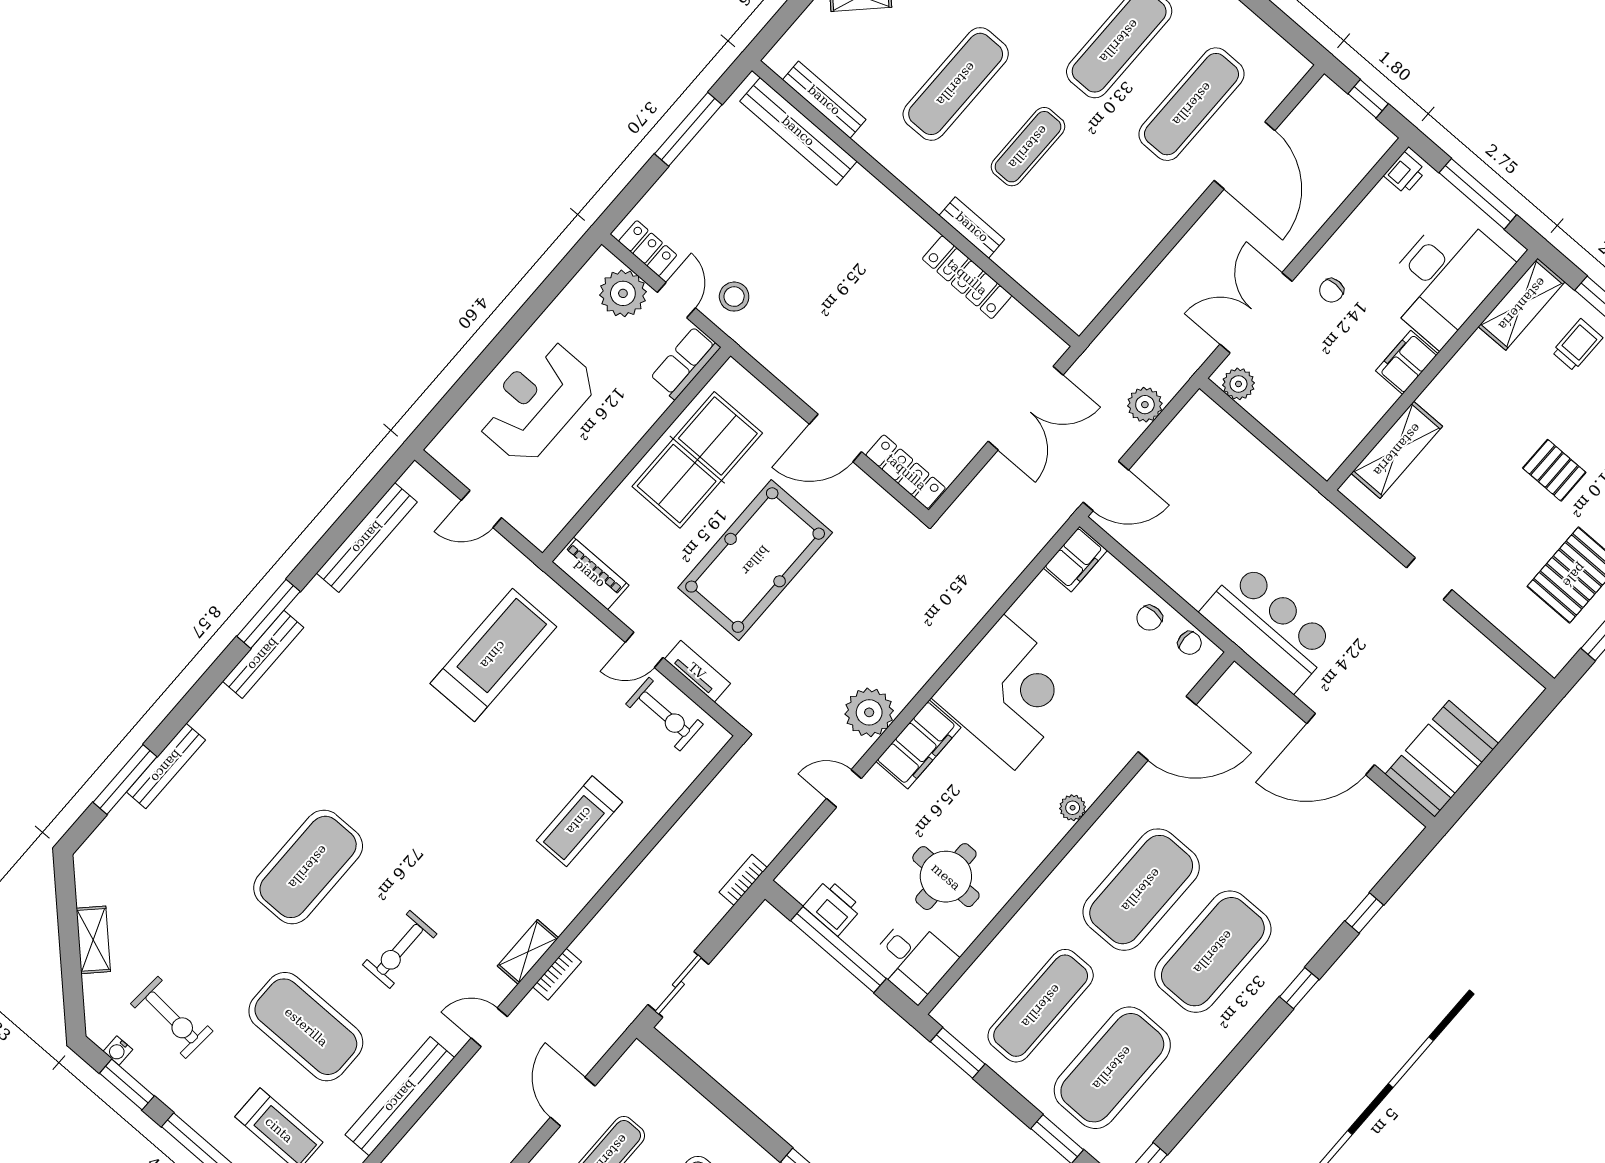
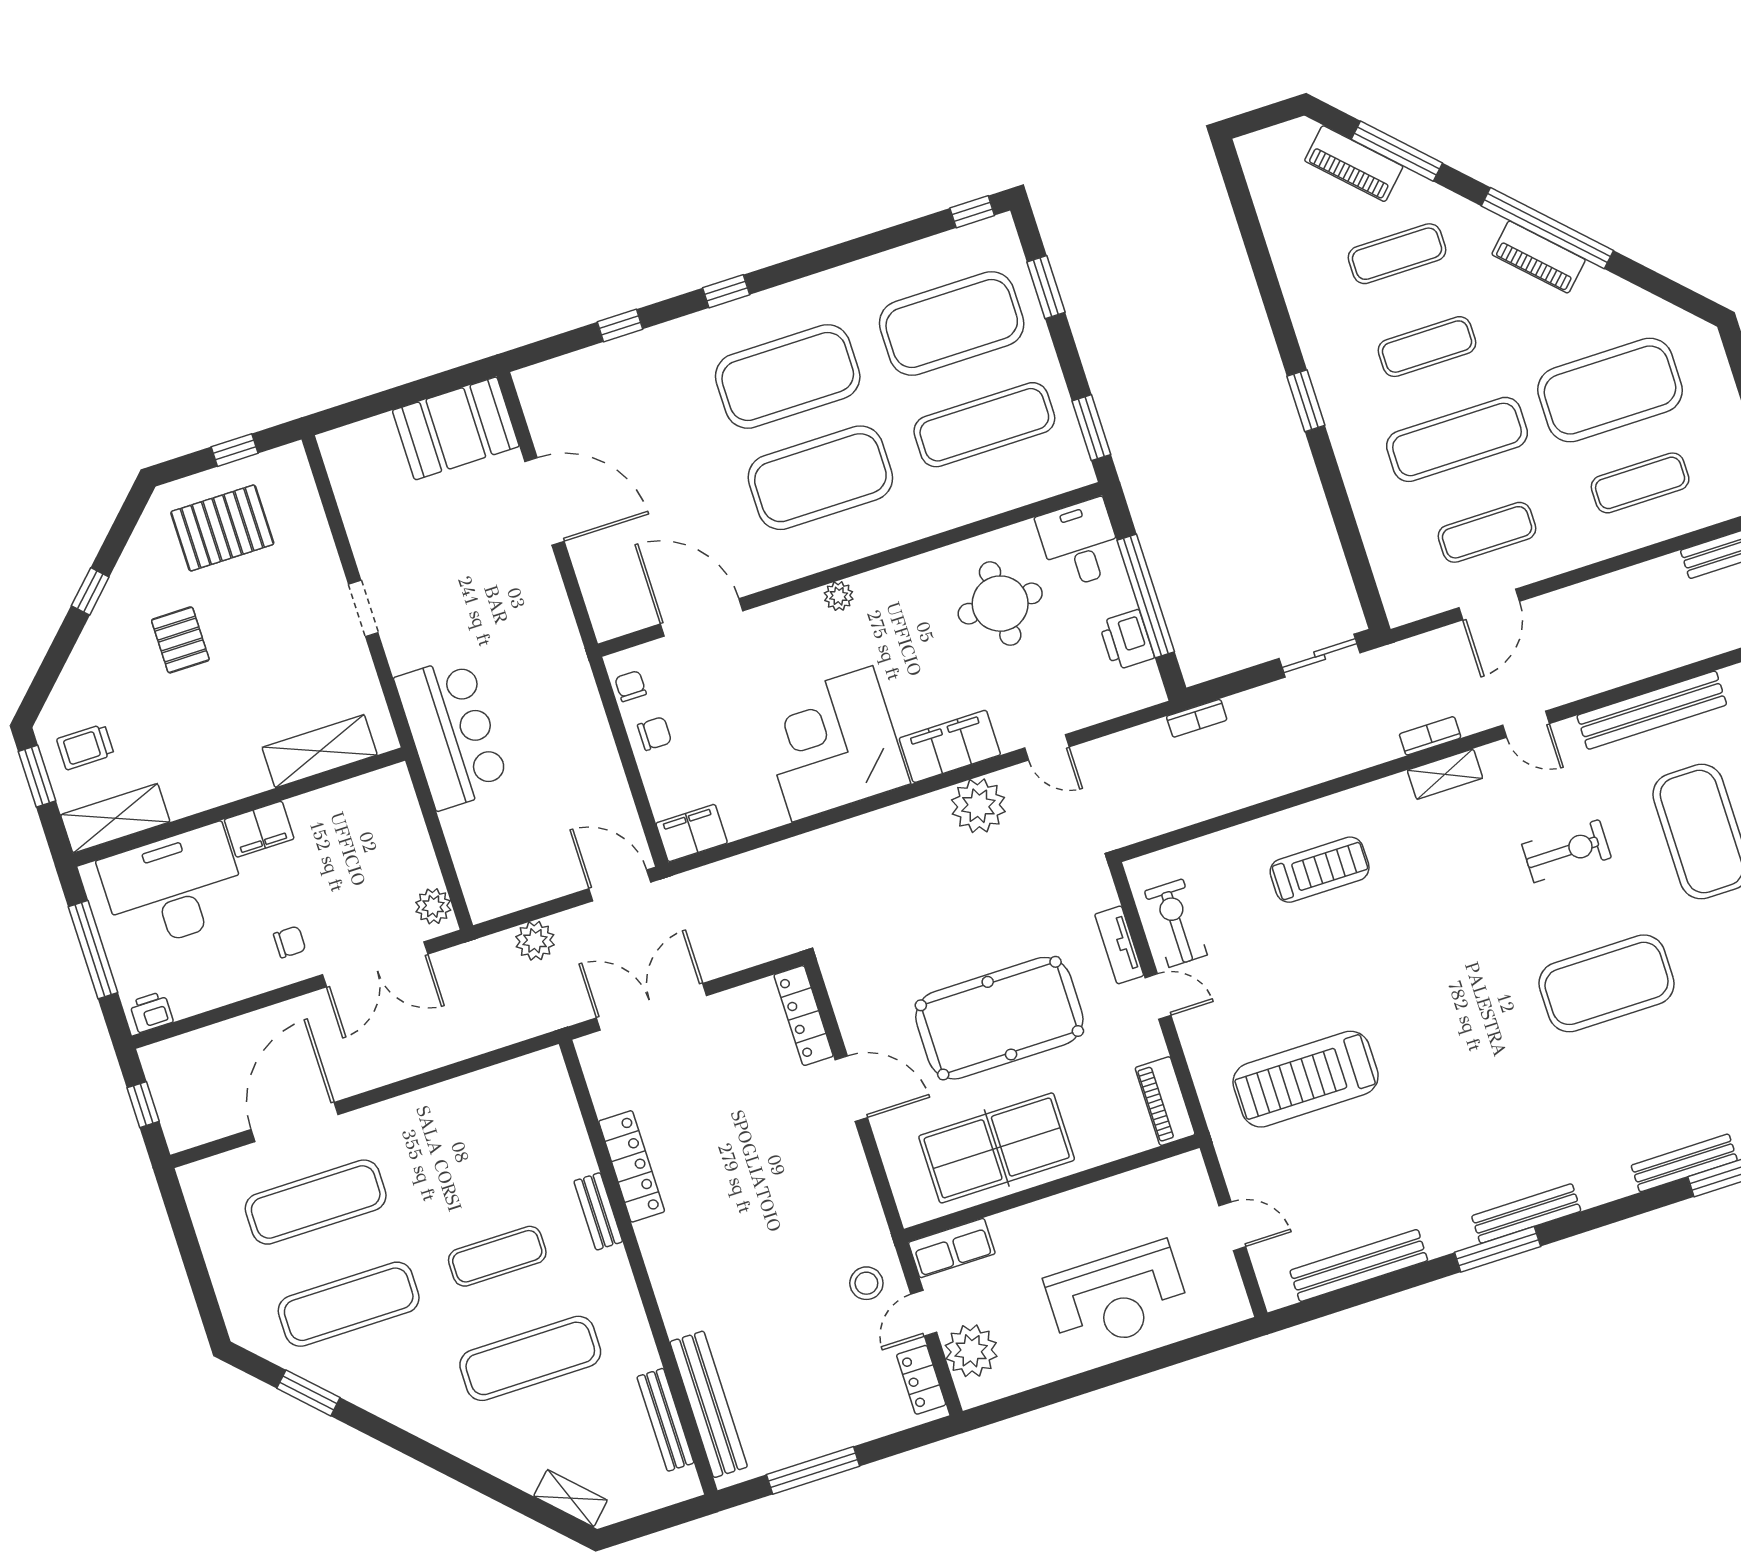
bar counter: (1269, 627) -> (452, 733), moved, turned 180

